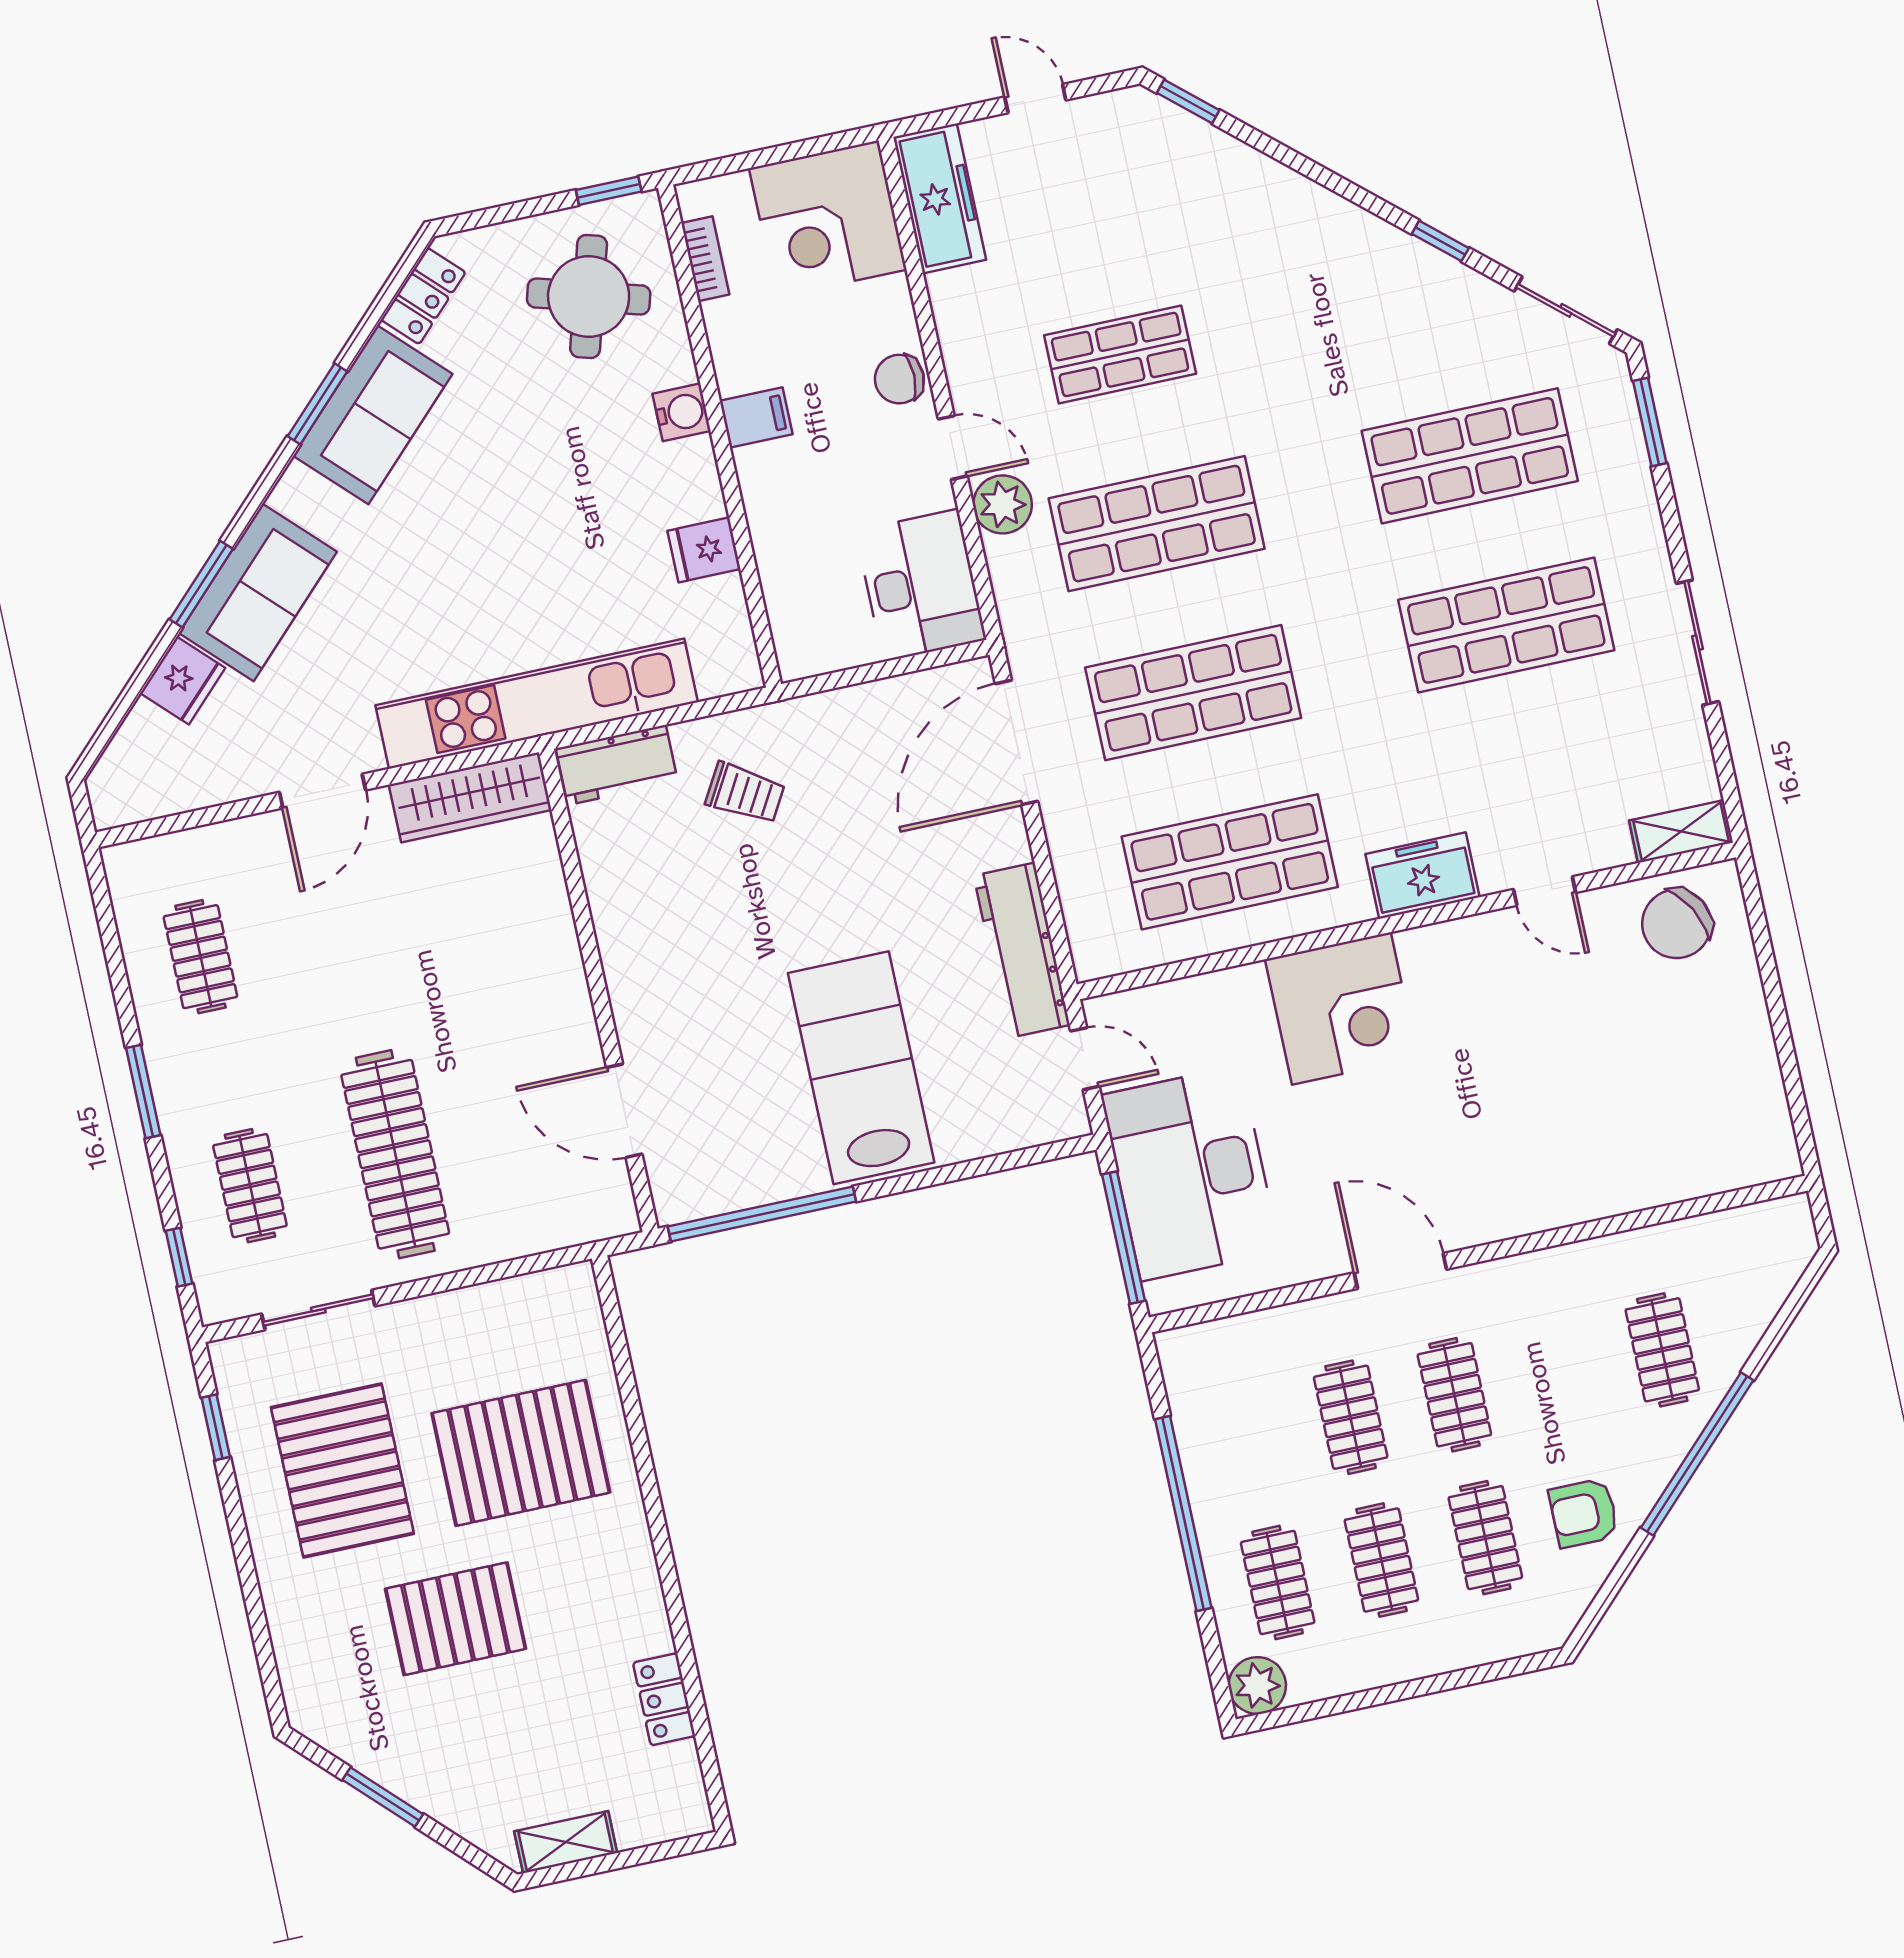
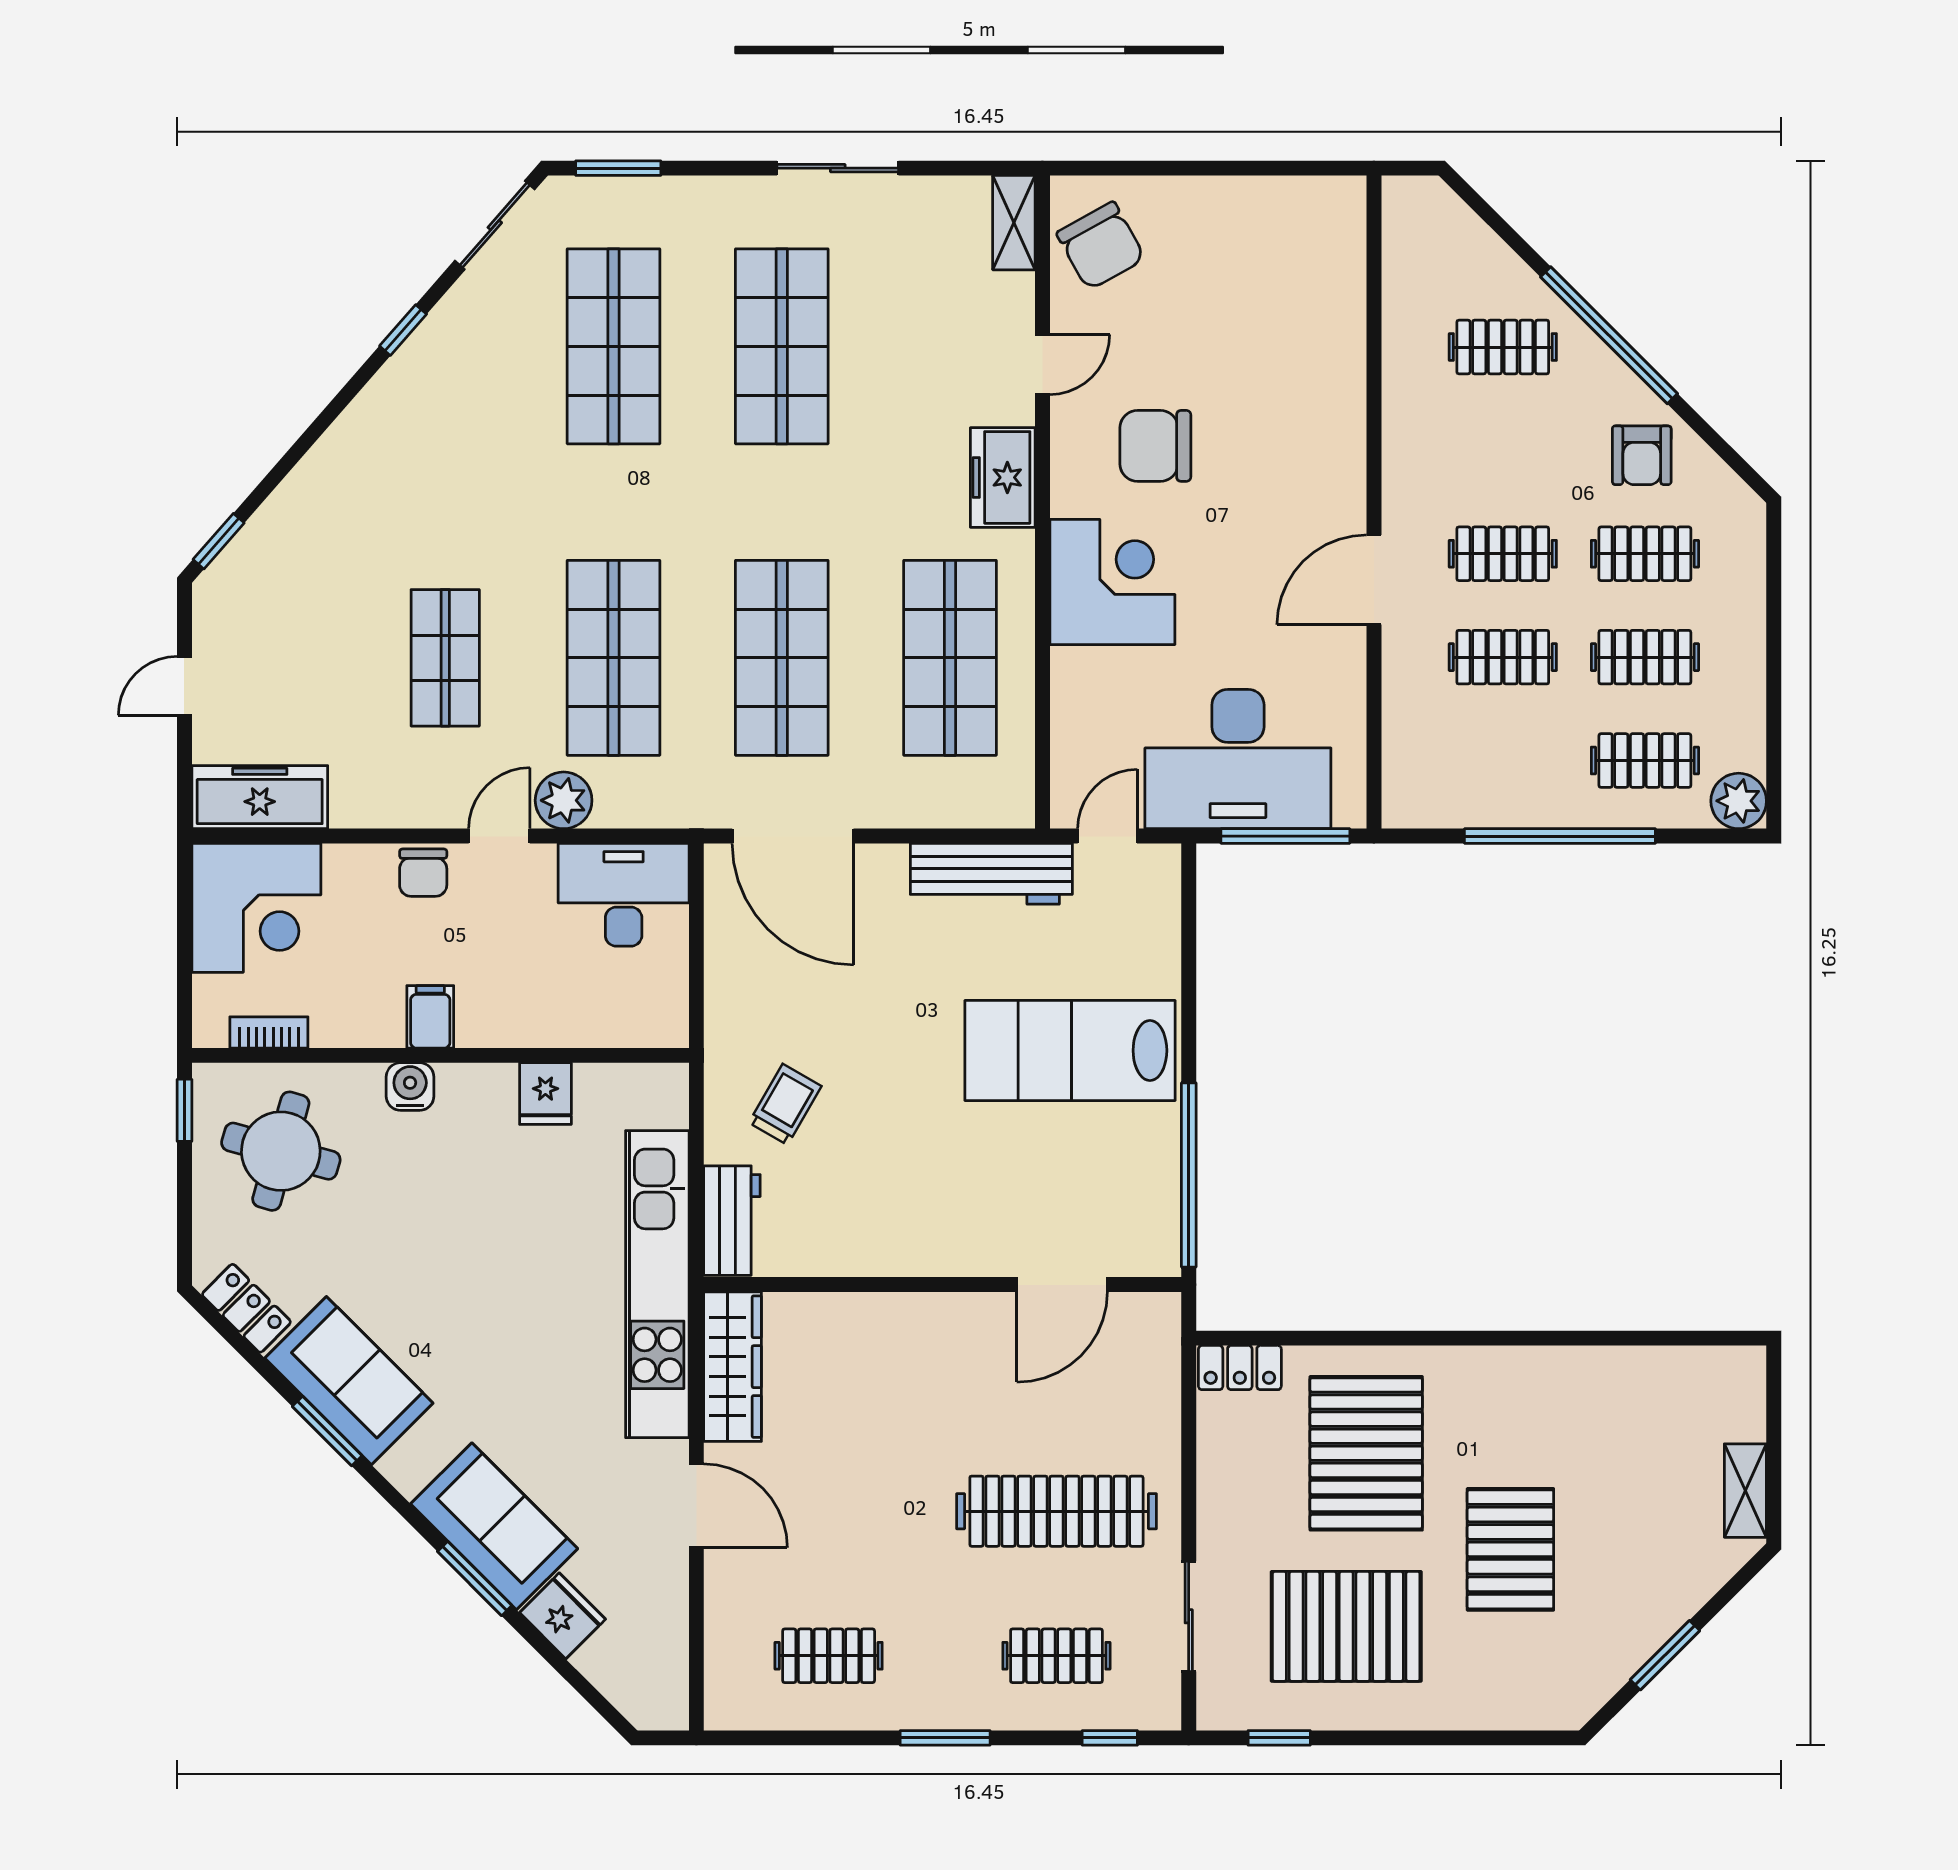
chair: (1487, 1022) -> (1155, 446), added
locker: (664, 1699) -> (1240, 1368), moved

